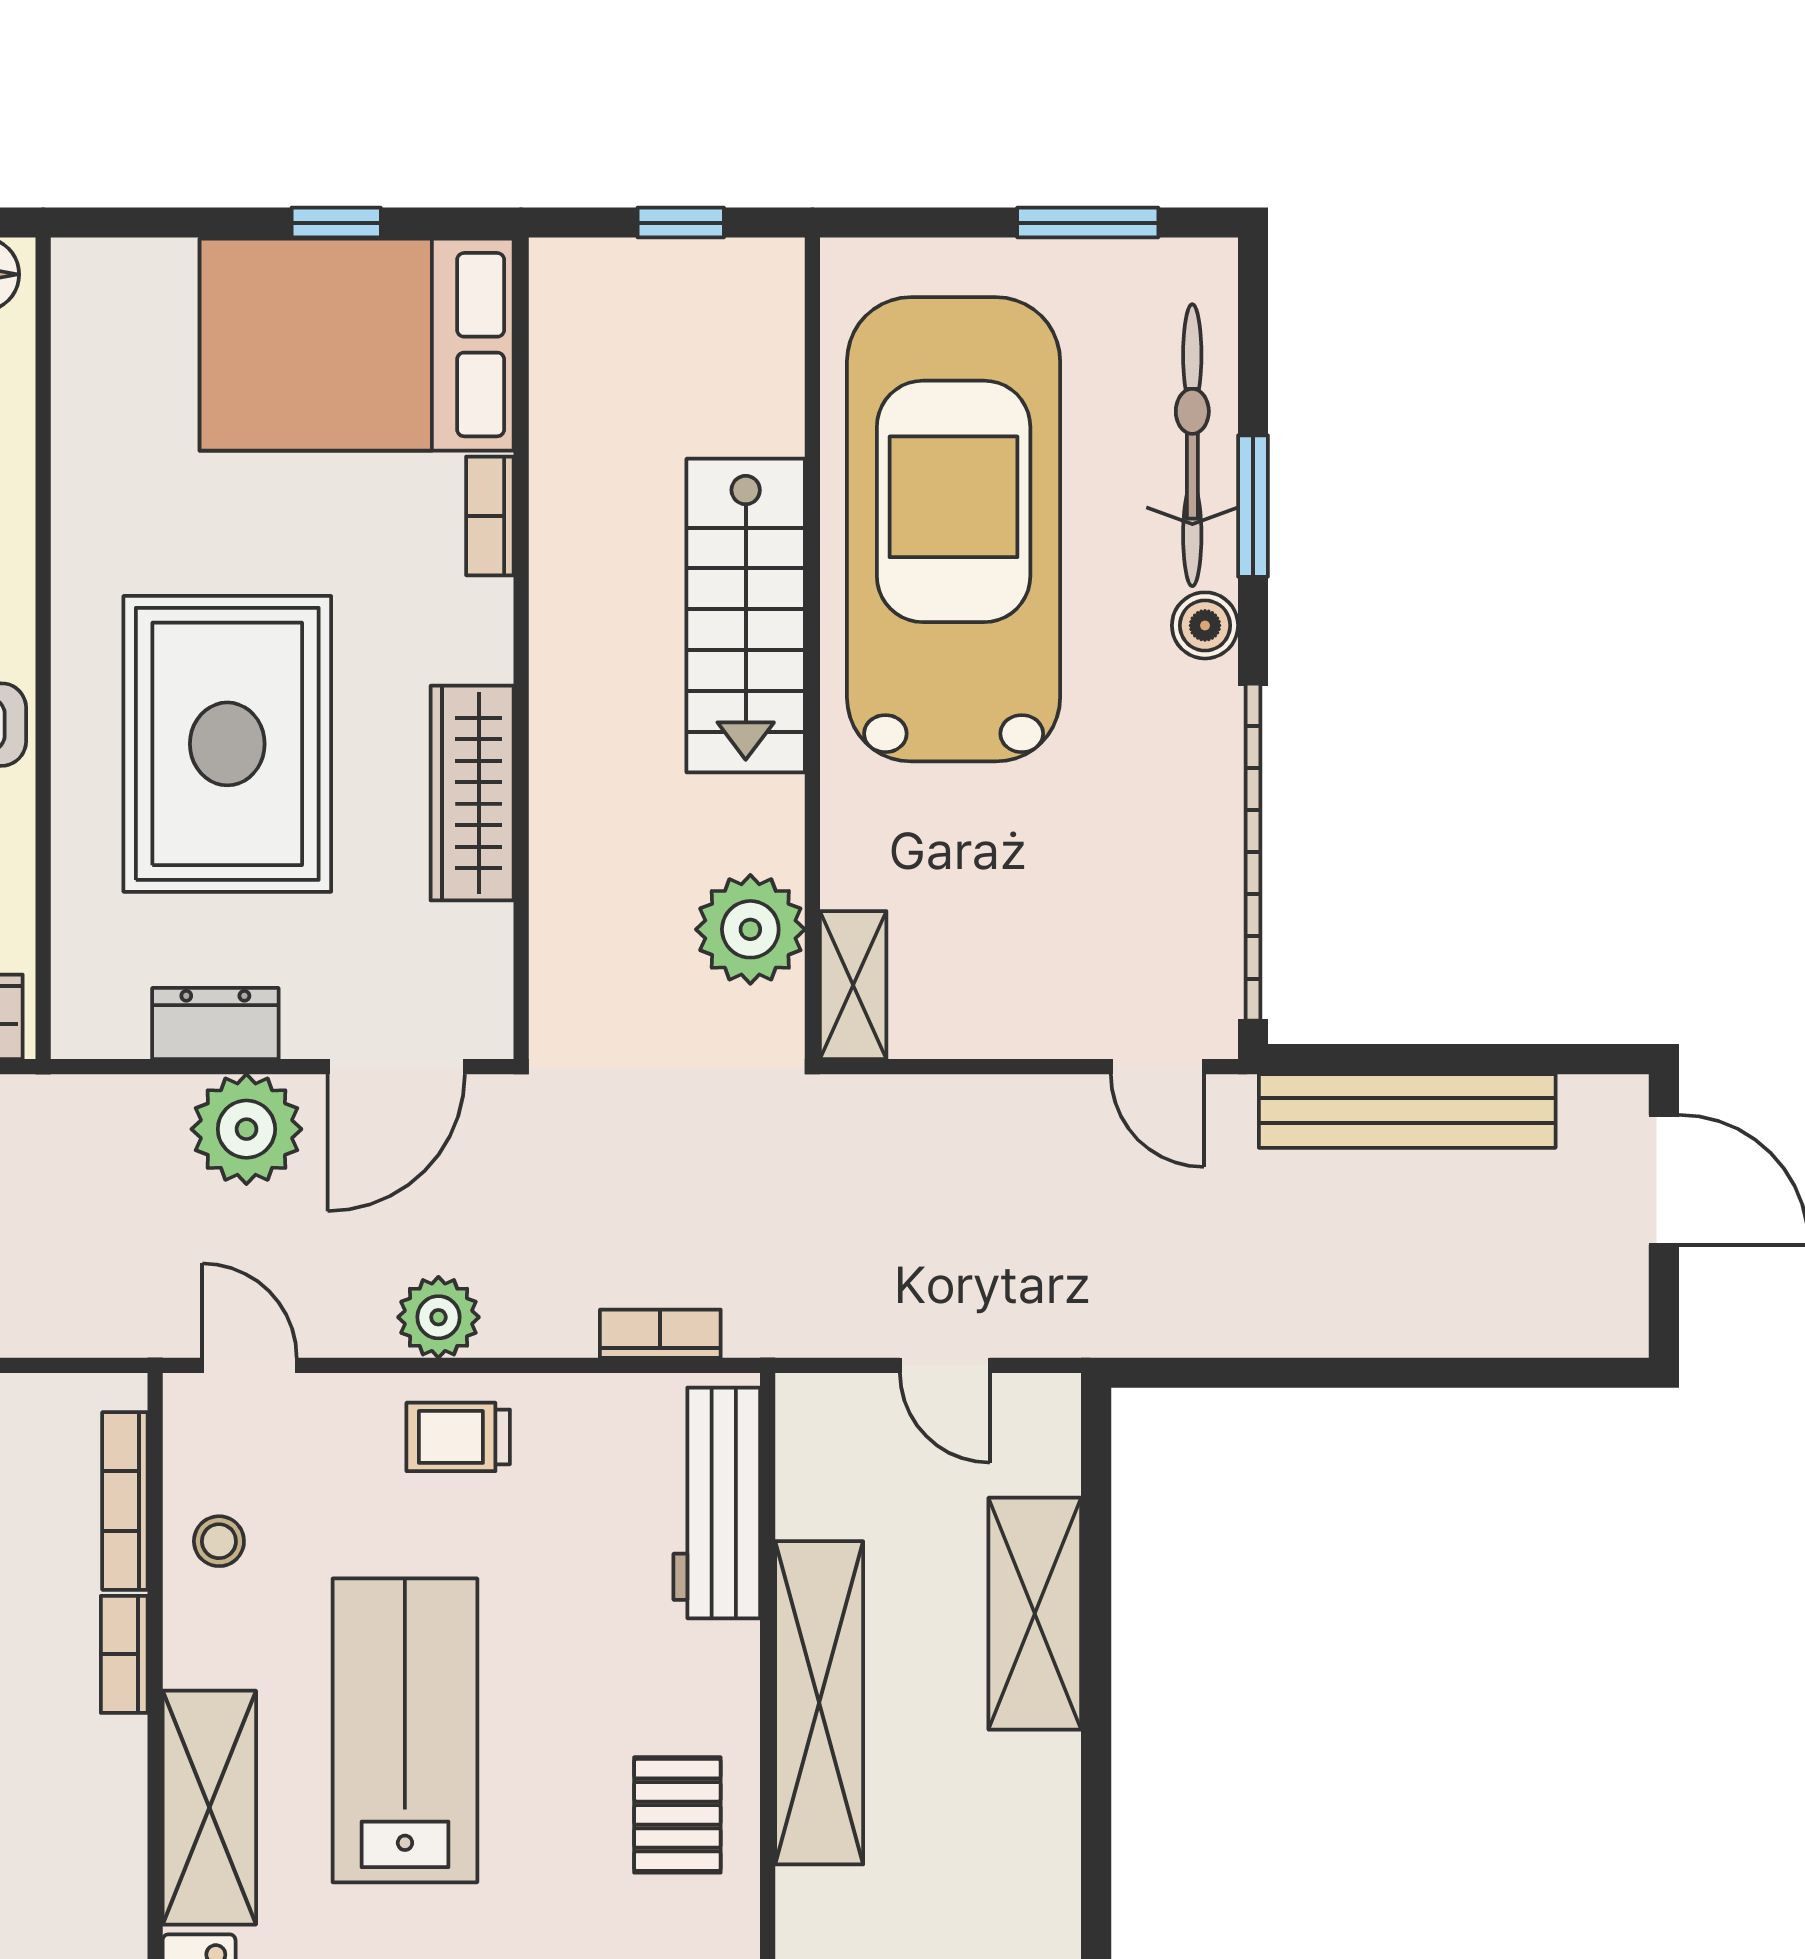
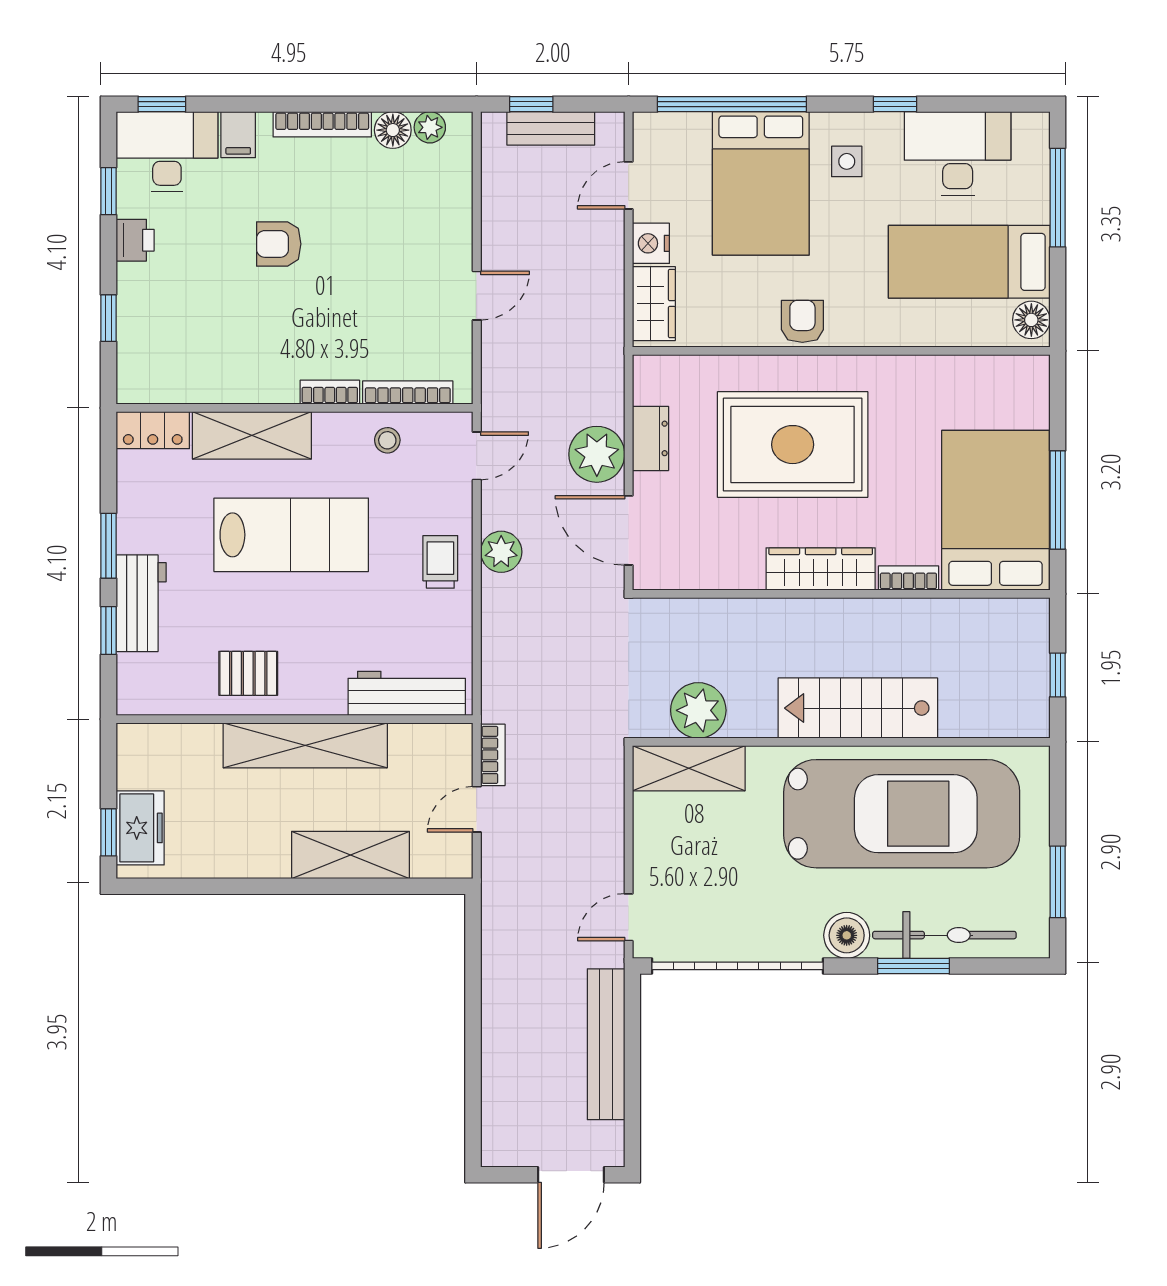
window: (336, 223) -> (1058, 500), width x2.17
boiler: (1205, 625) -> (847, 935), width x1.36, depth x1.36
wardrobe: (472, 793) -> (821, 569), moved
shelving: (853, 985) -> (689, 768), width x1.50, depth x1.33
bookcase: (660, 1334) -> (493, 755), moved

